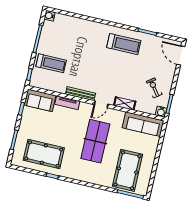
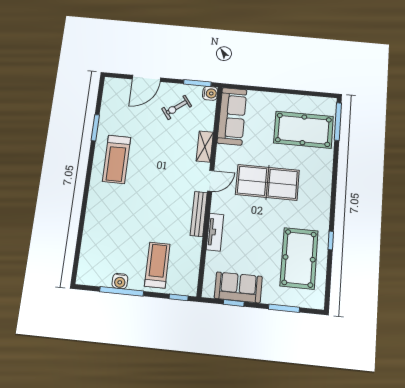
water cooler: (50, 16) -> (120, 281), moved
treadmill: (124, 44) -> (117, 159), turned 180
door: (181, 56) -> (146, 78), moved
sofa: (40, 100) -> (238, 287), moved, turned -90
door: (101, 104) -> (211, 181), hinge flipped

